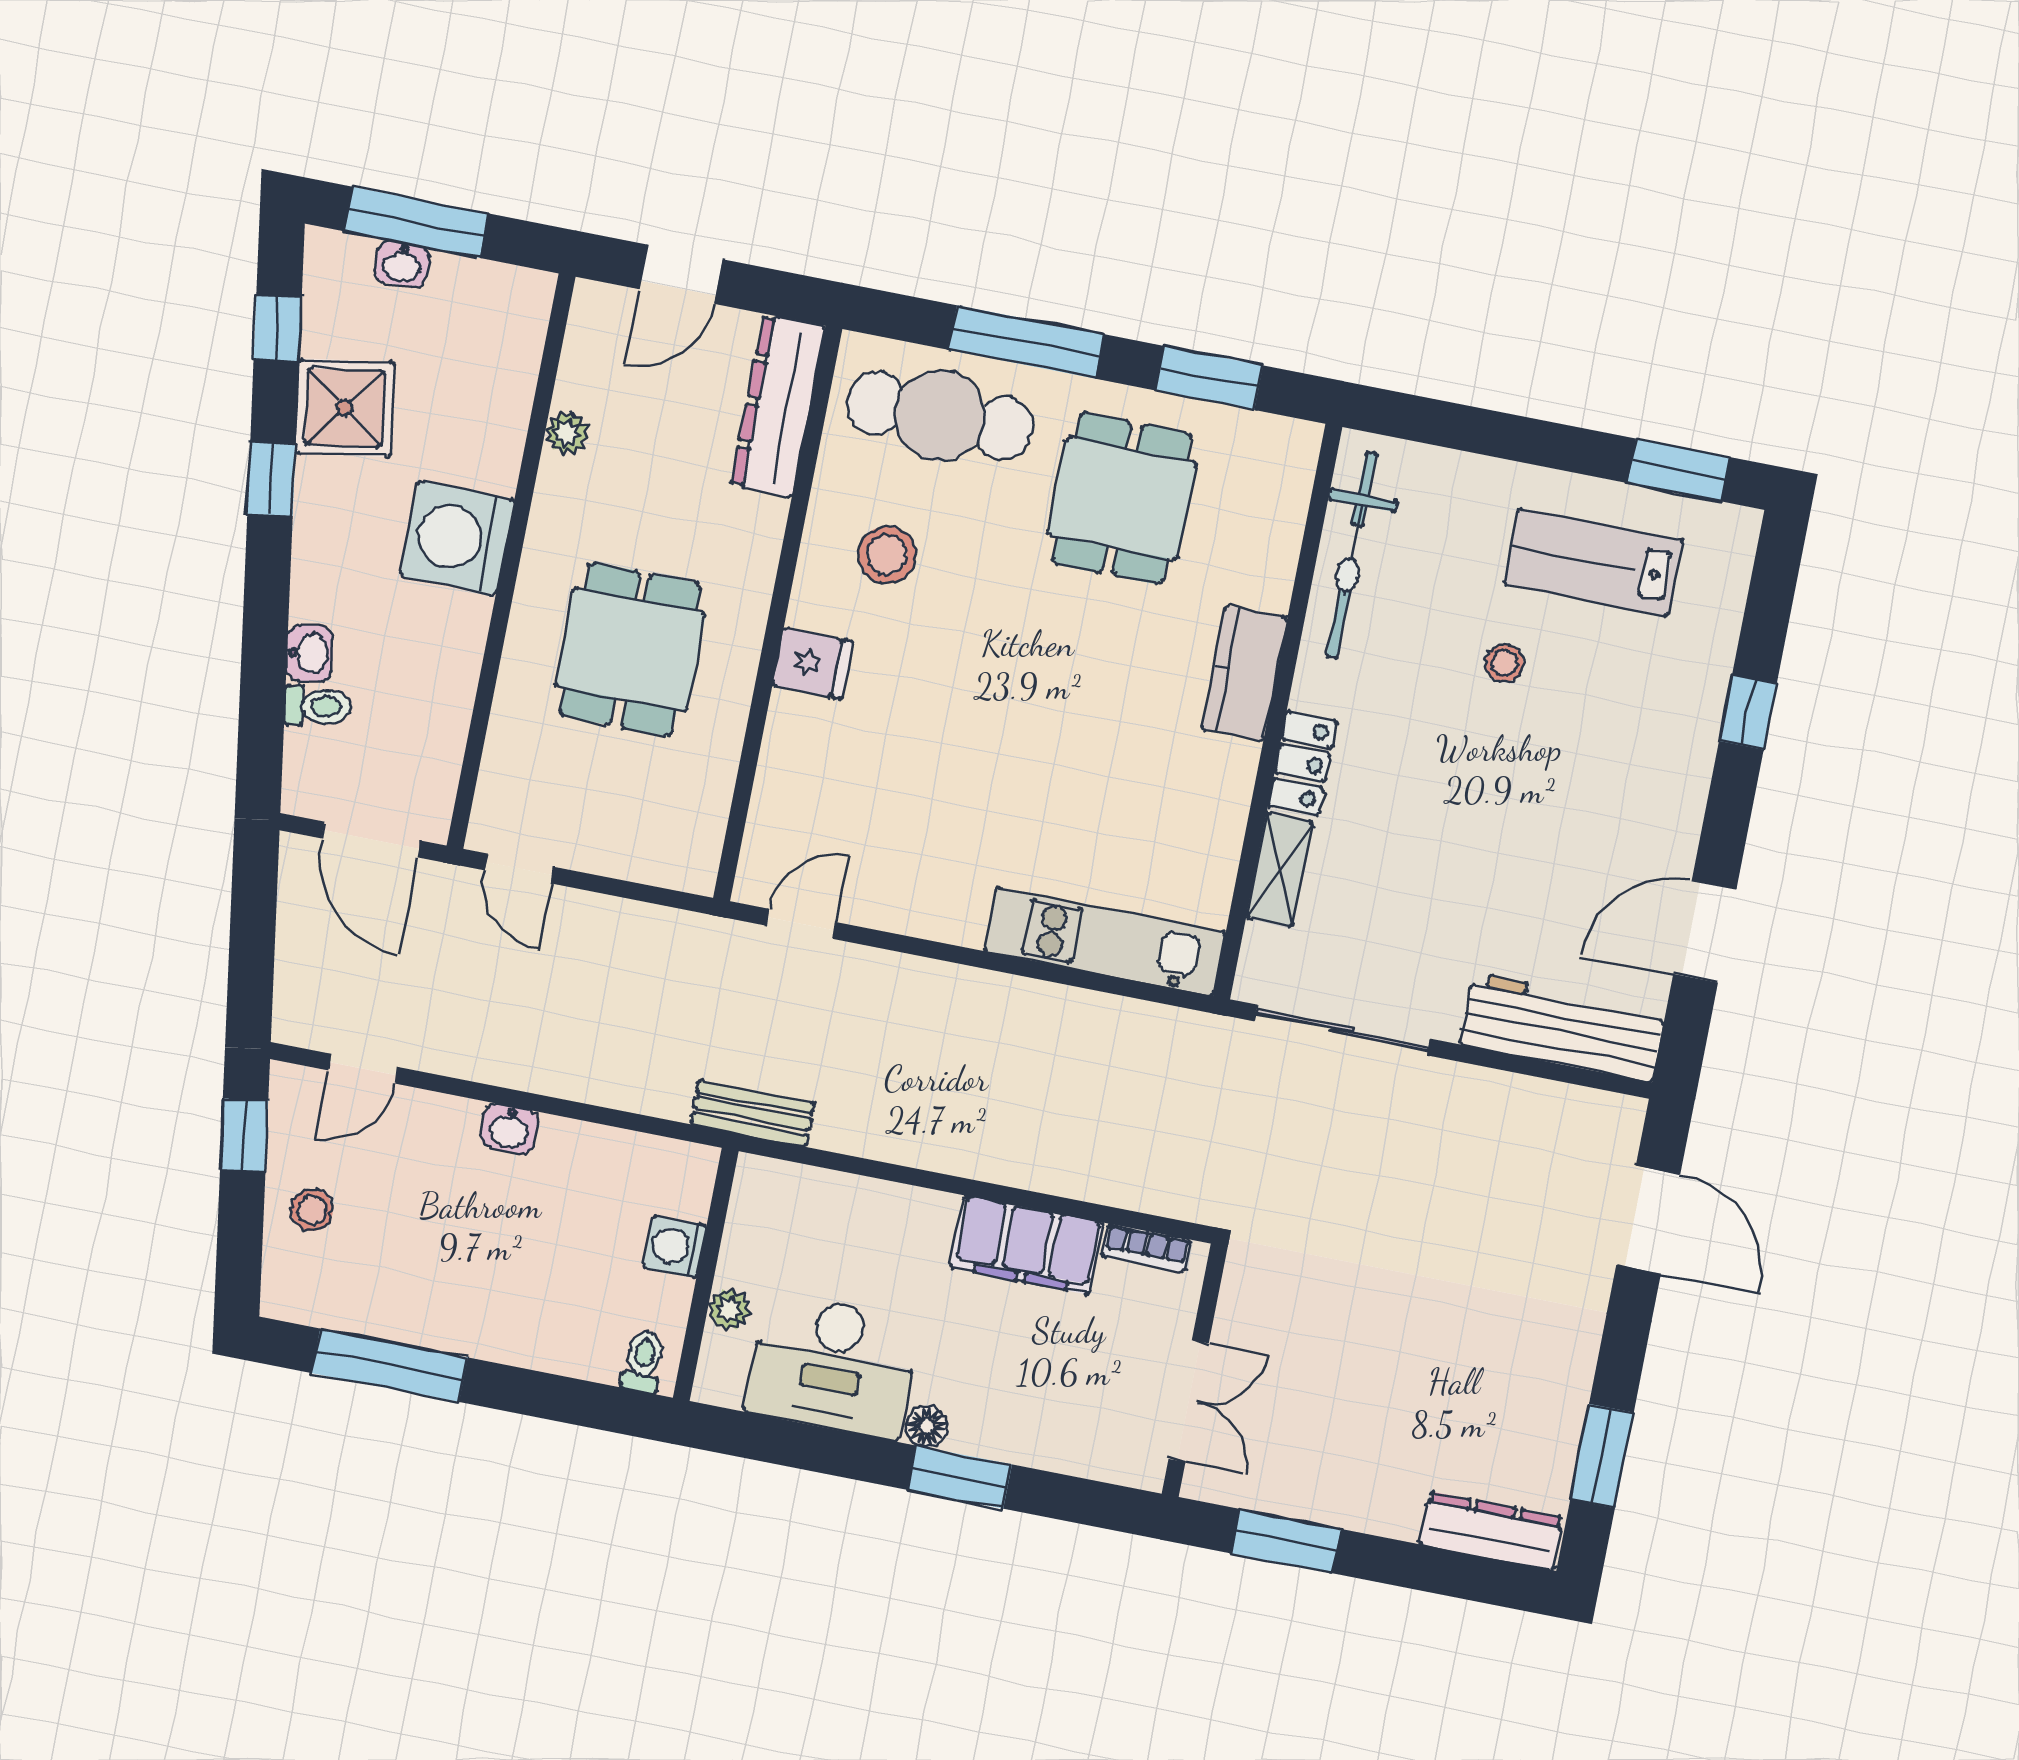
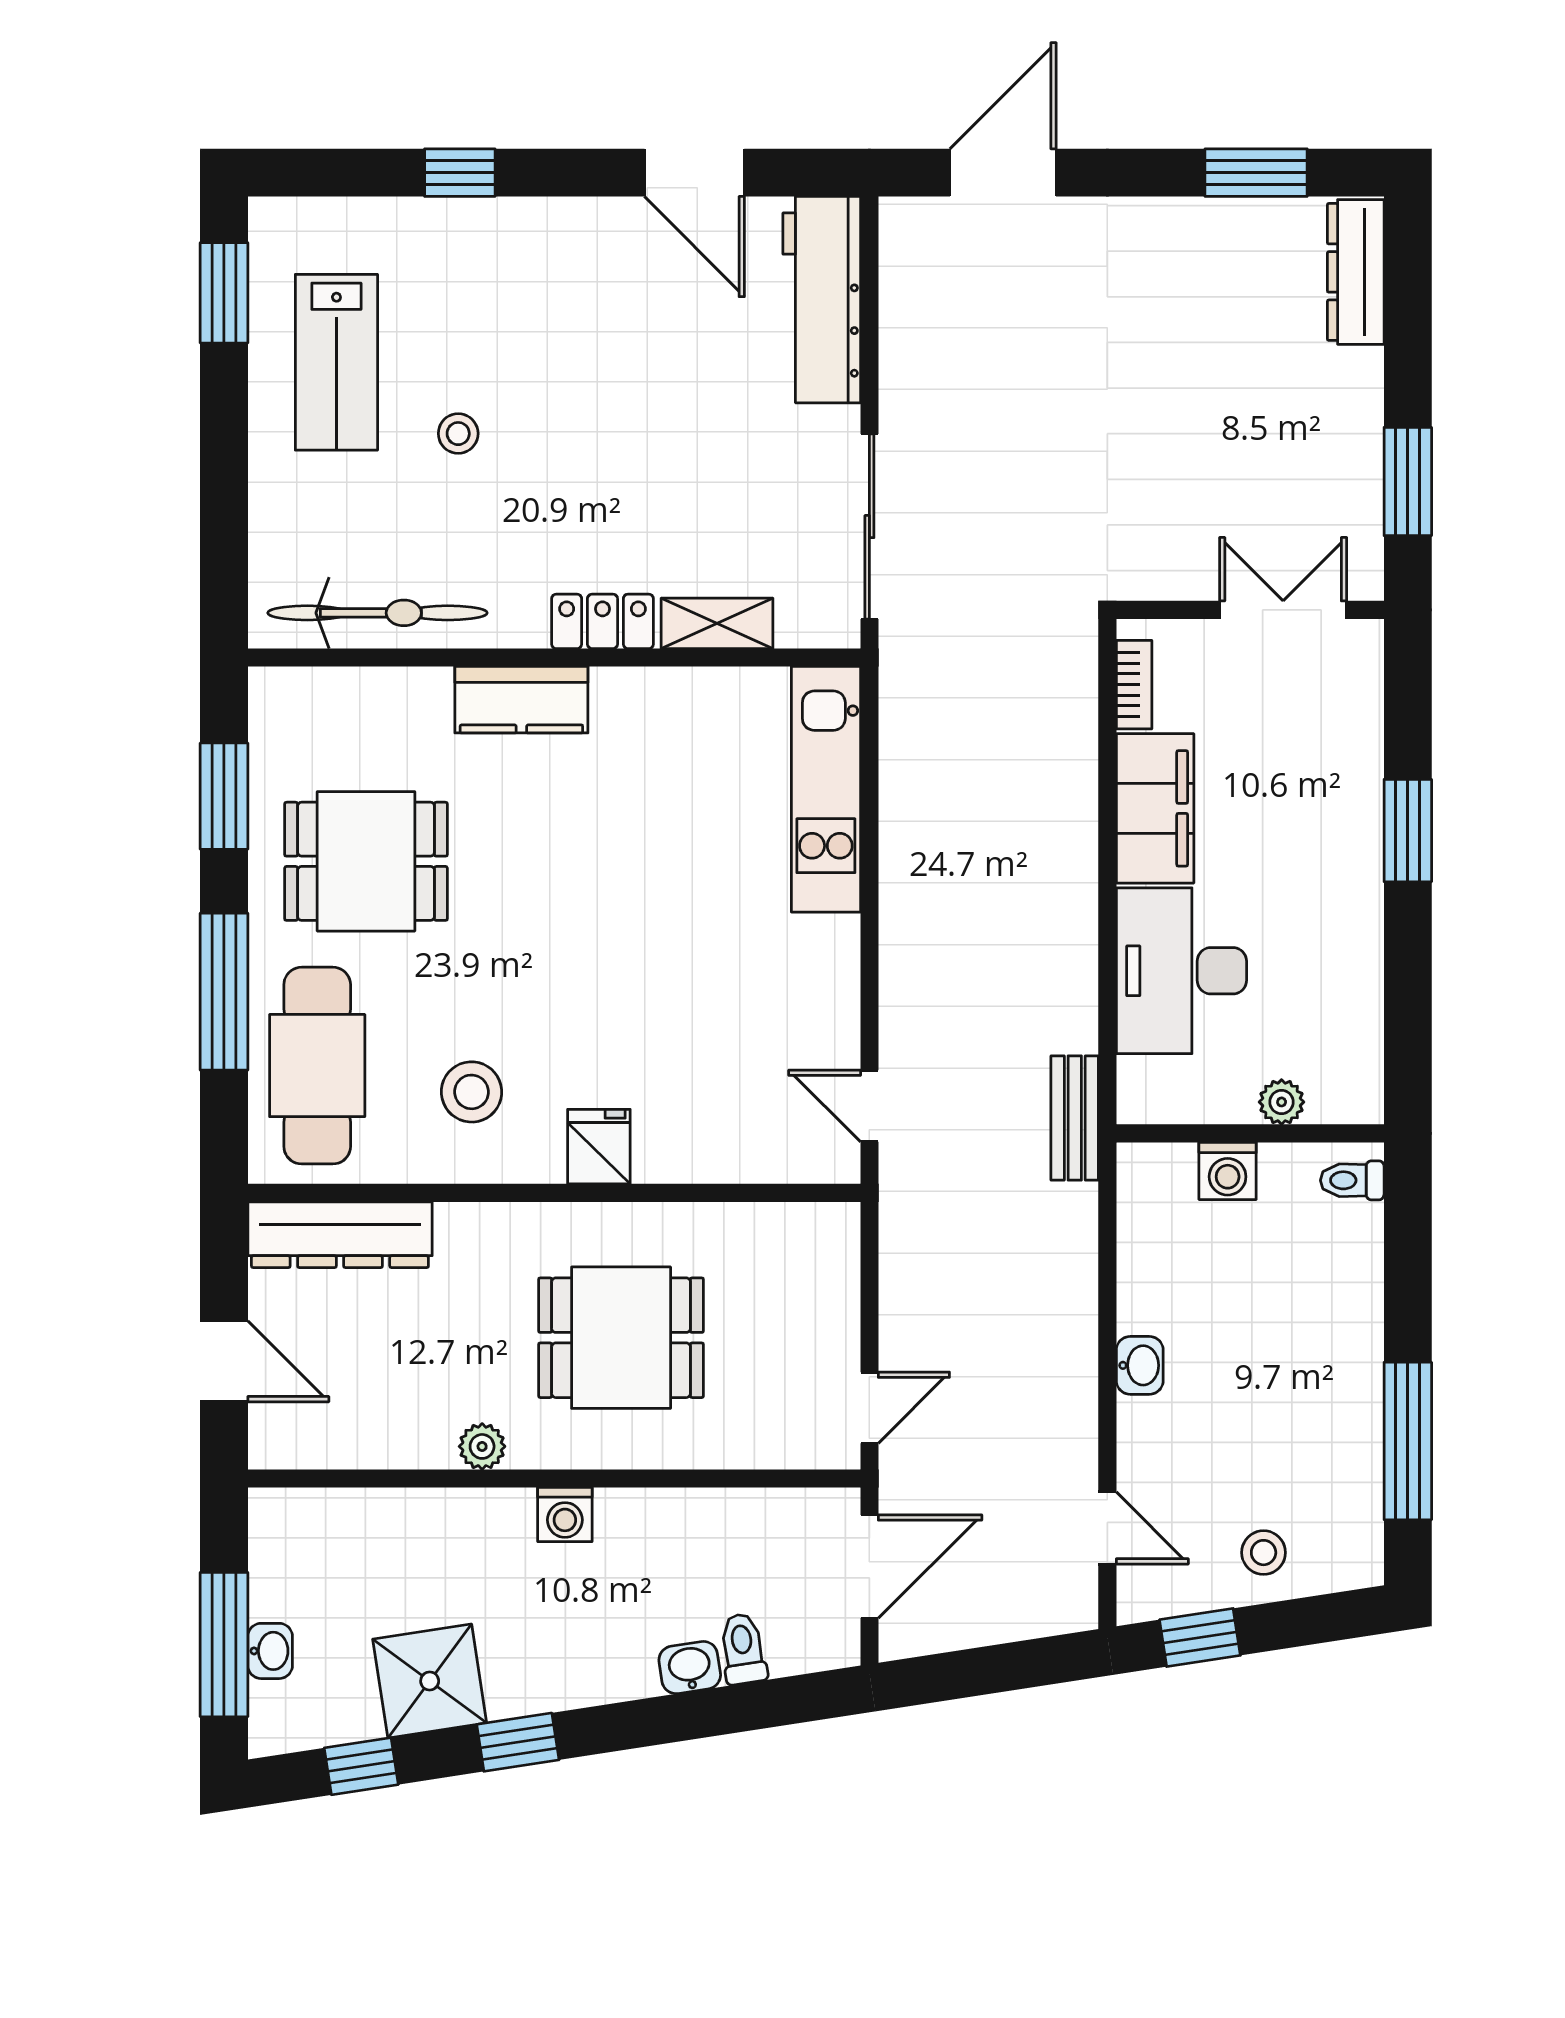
plant: (567, 433) -> (482, 1446), moved
washing machine: (457, 538) -> (565, 1515), width x0.53, depth x0.53
desk: (833, 1366) -> (1181, 971), moved, turned 180
floor lamp: (927, 1426) -> (1362, 875), removed

